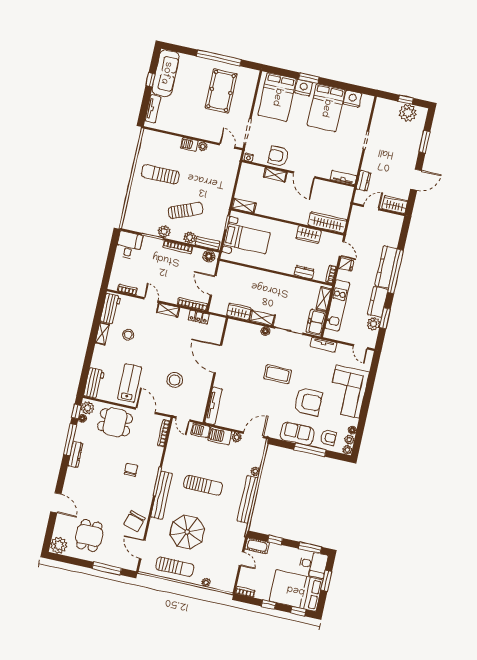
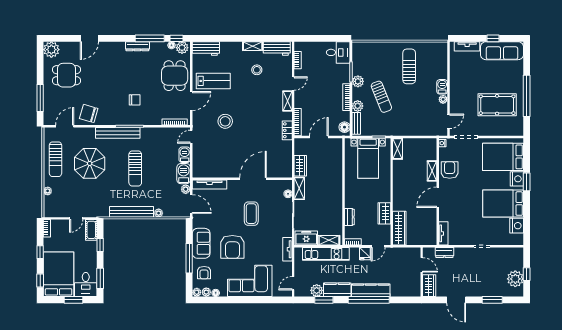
door: (218, 359) -> (253, 179), moved
wall: (215, 370) -> (242, 179), moved
tv unit: (214, 406) -> (210, 184), moved

